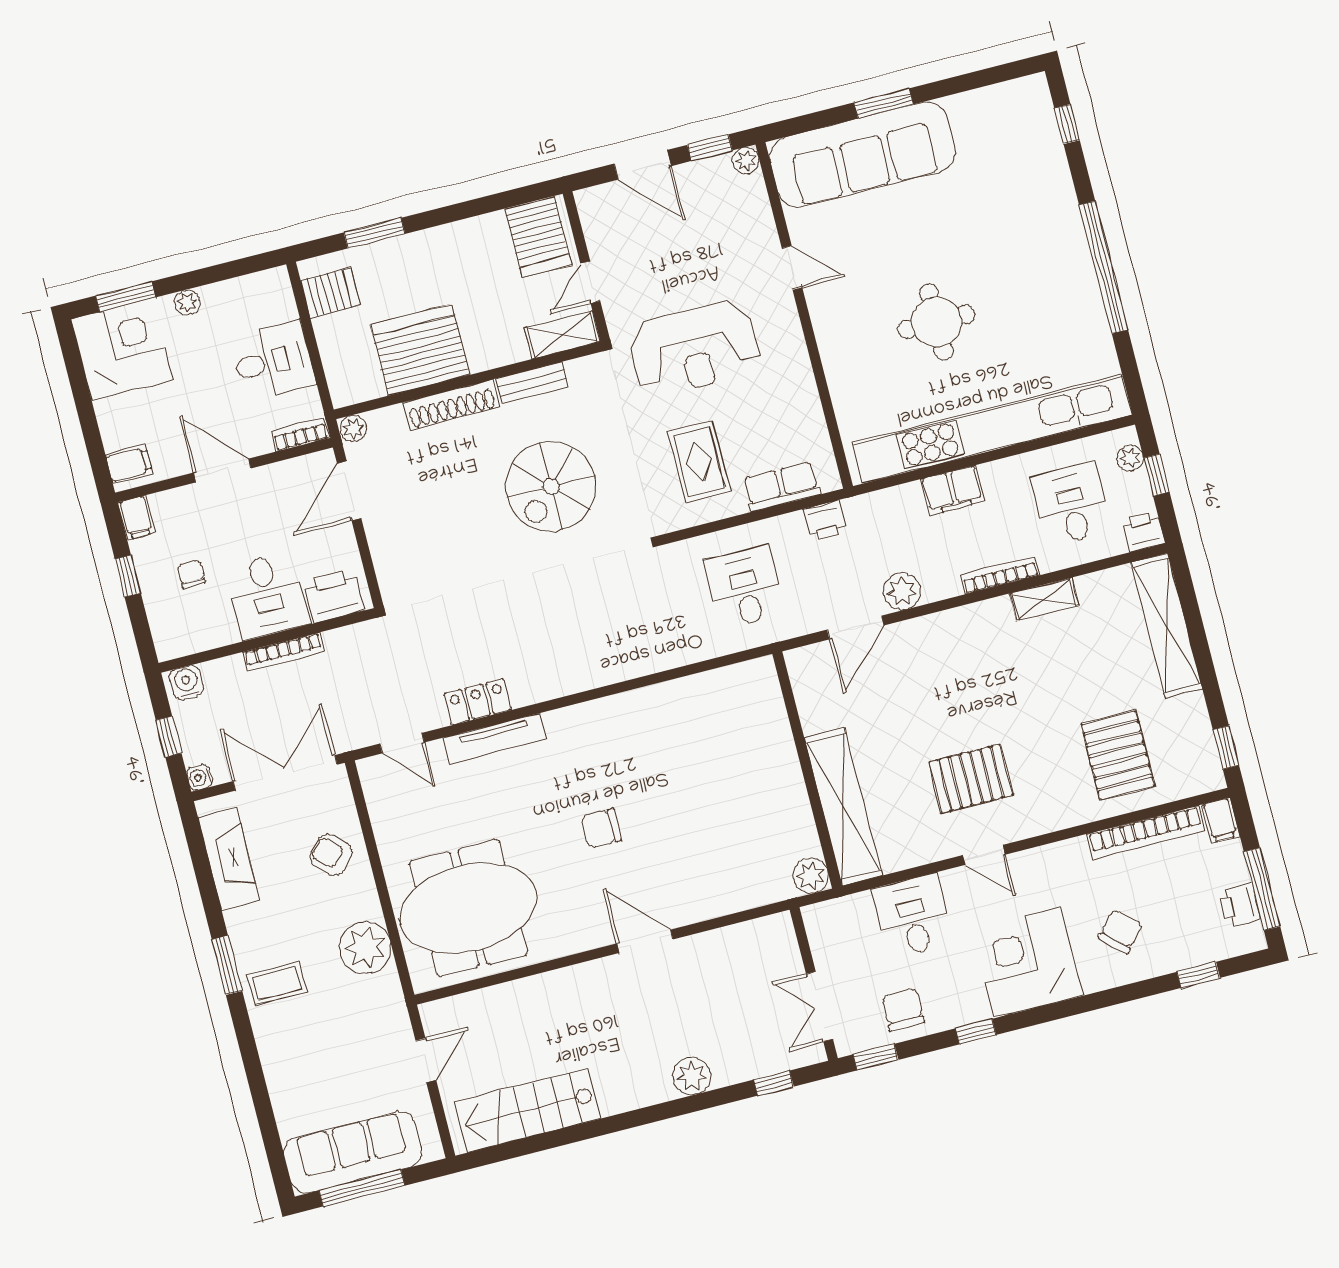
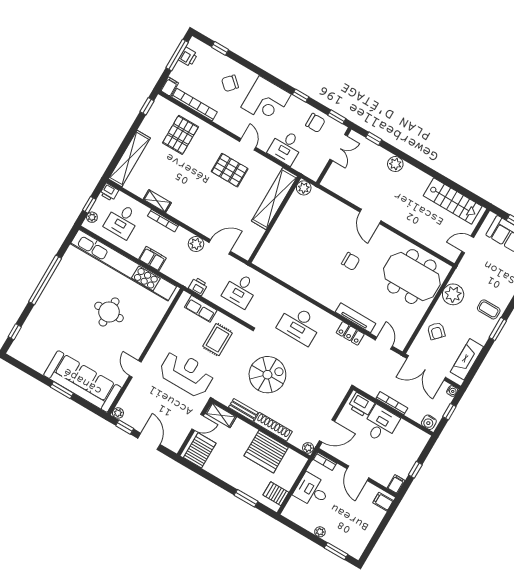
corner desk: (122, 350) -> (352, 537), removed
chair: (191, 574) -> (396, 452), removed
desk: (582, 629) -> (299, 325), added
chair: (903, 1010) -> (315, 123), turned -90

